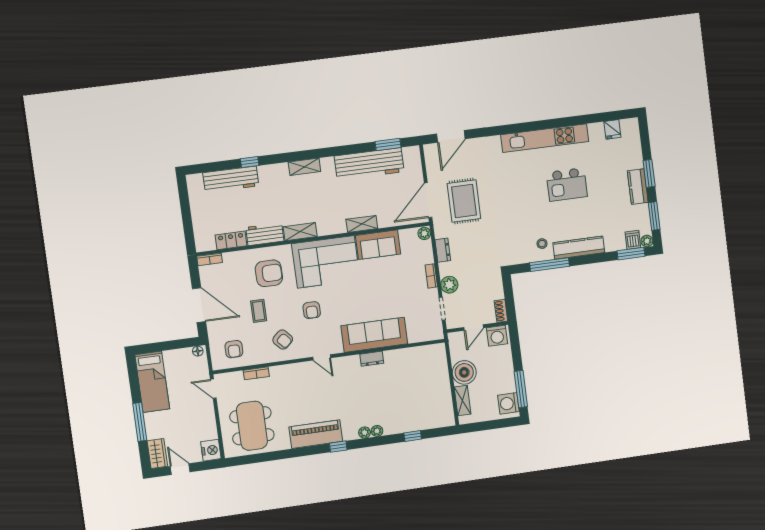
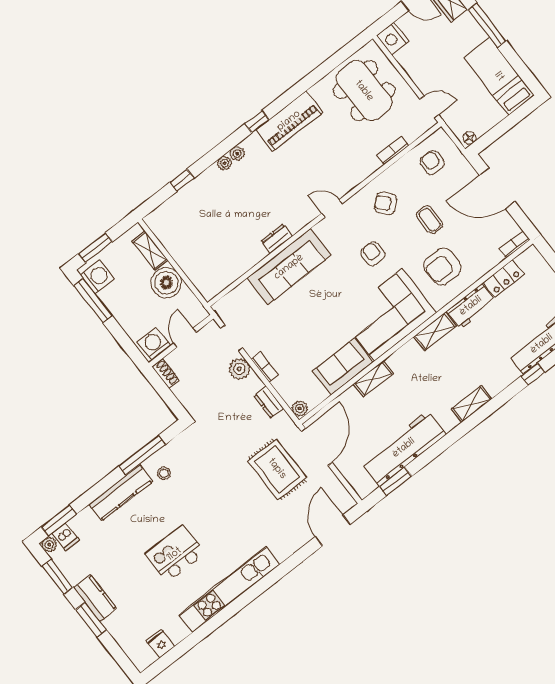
window: (498, 424) -> (96, 248), added

